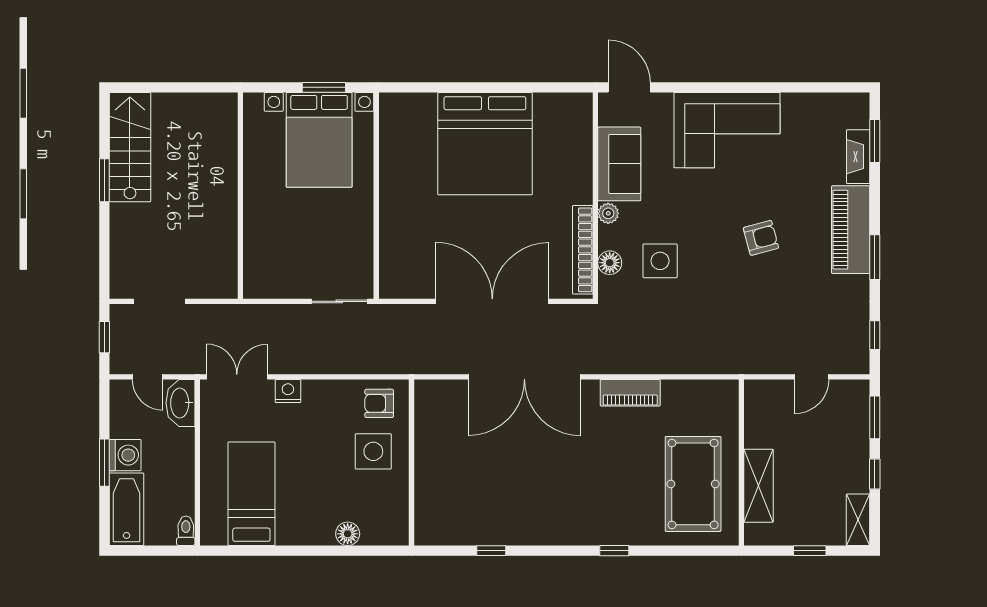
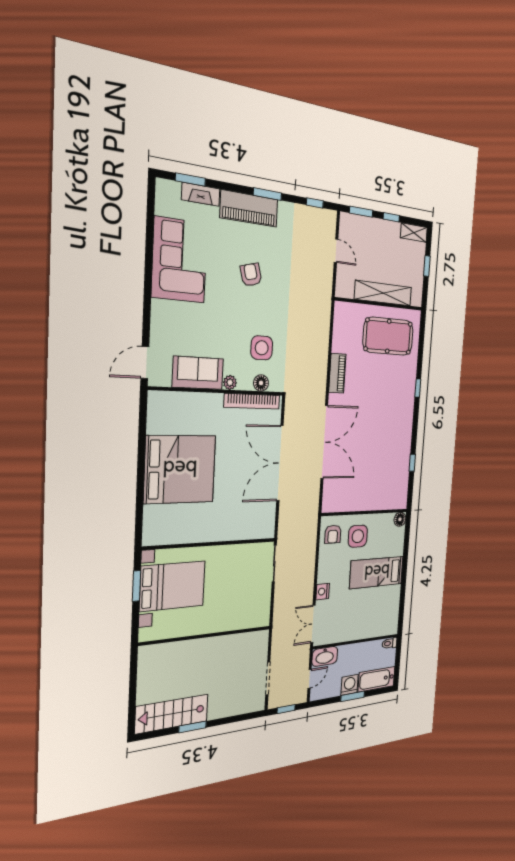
corner sofa: (727, 130) -> (179, 260), moved
shelving: (758, 486) -> (383, 293), width x1.47
bed: (251, 494) -> (377, 572), moved
floor lamp: (348, 534) -> (400, 519), moved

